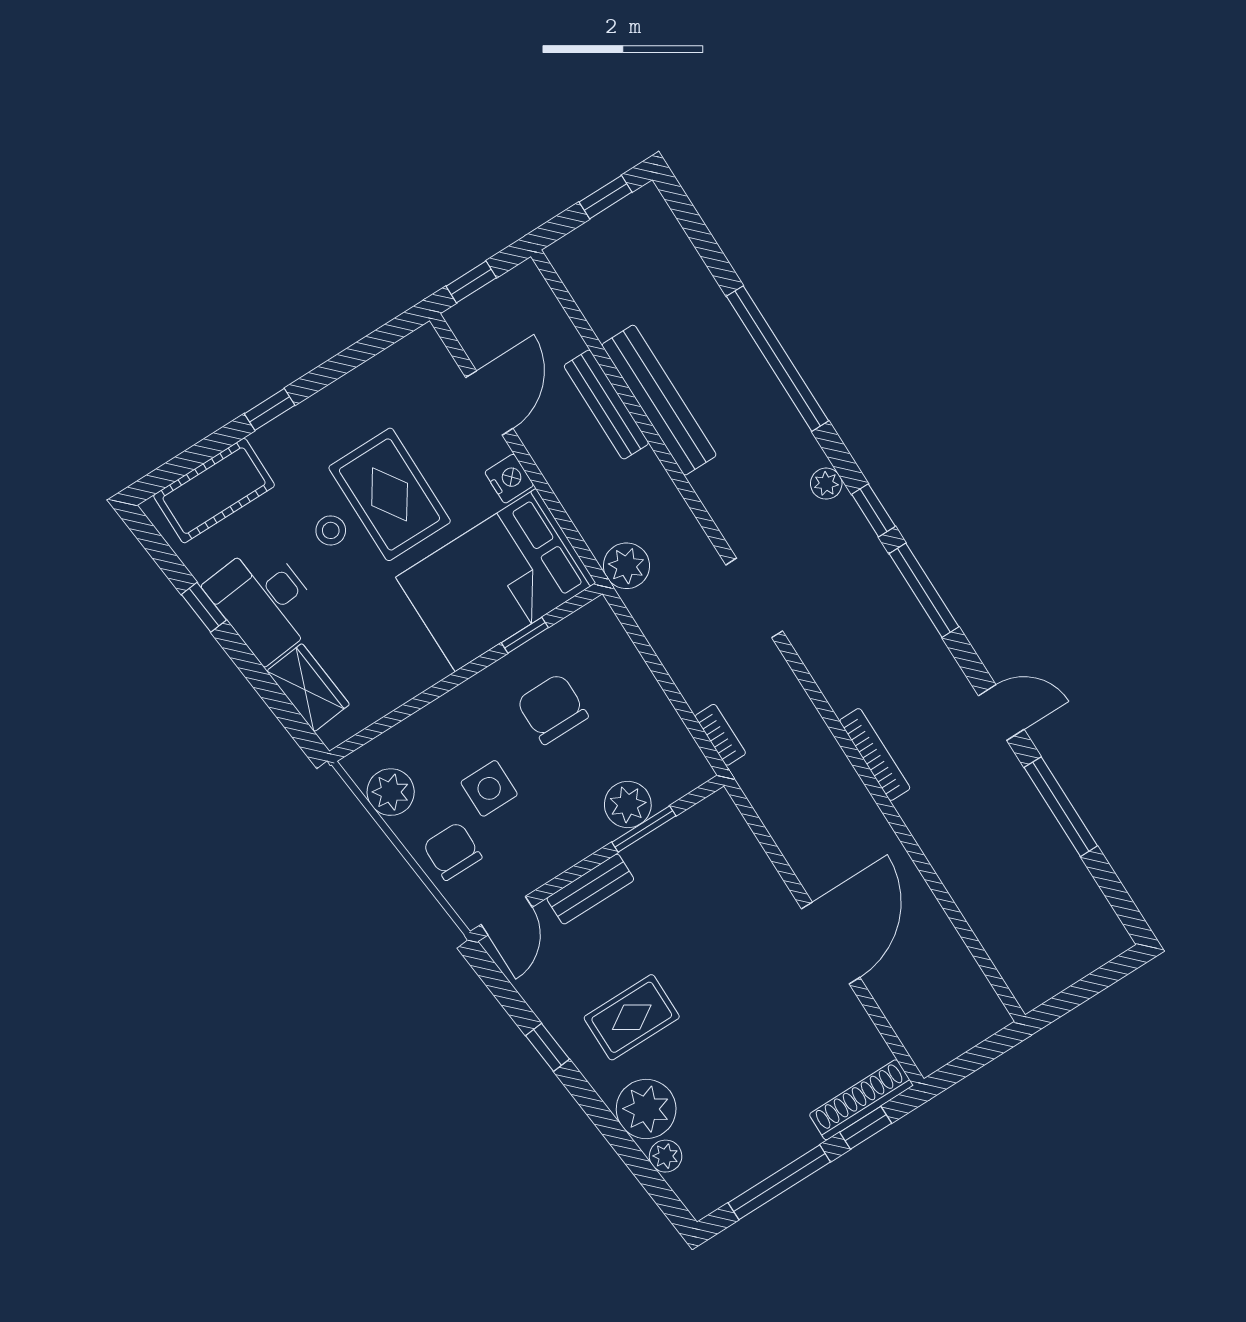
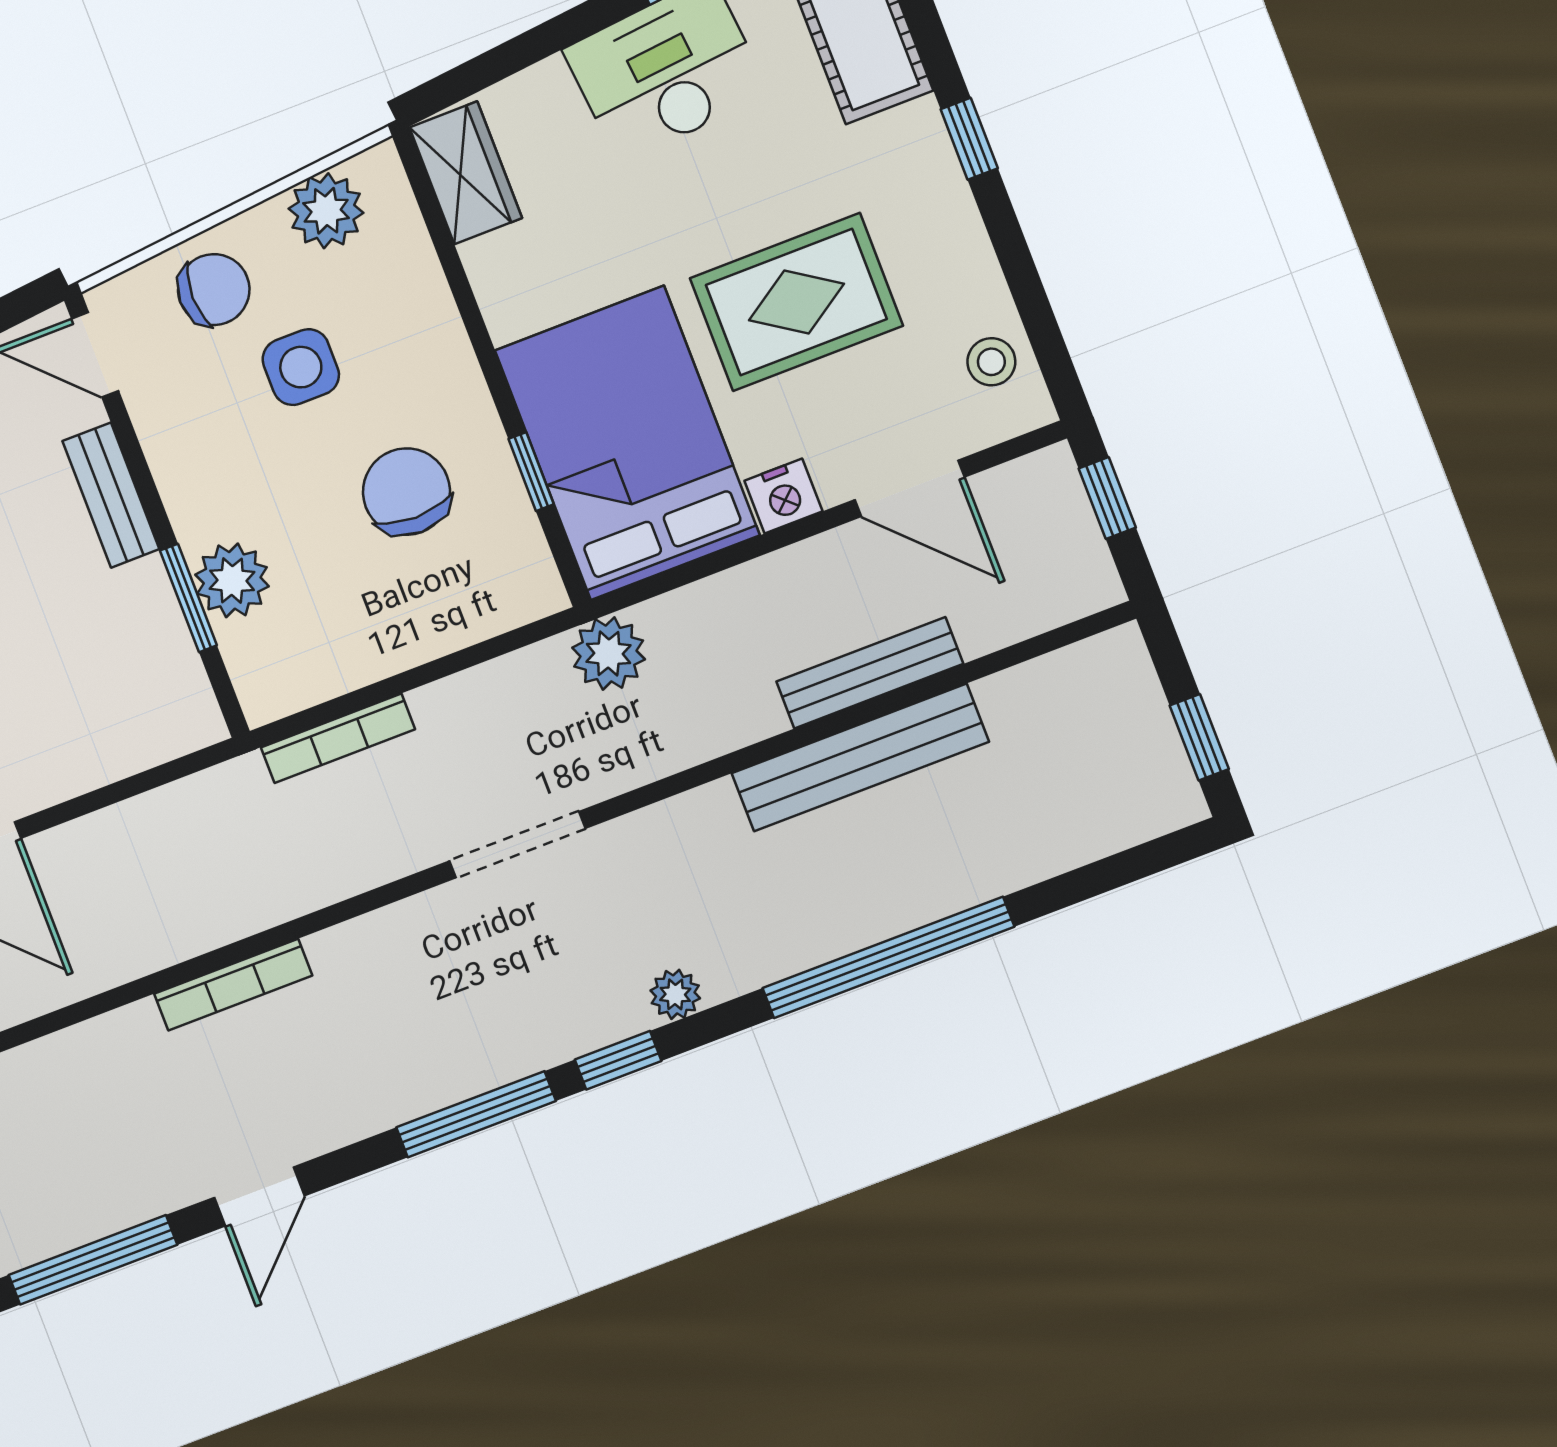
stool: (331, 530) -> (991, 362), moved
wardrobe: (308, 688) -> (466, 173), moved, turned -84
chair: (552, 709) -> (406, 492), turned -90
bookcase: (720, 735) -> (338, 738), width x1.56

